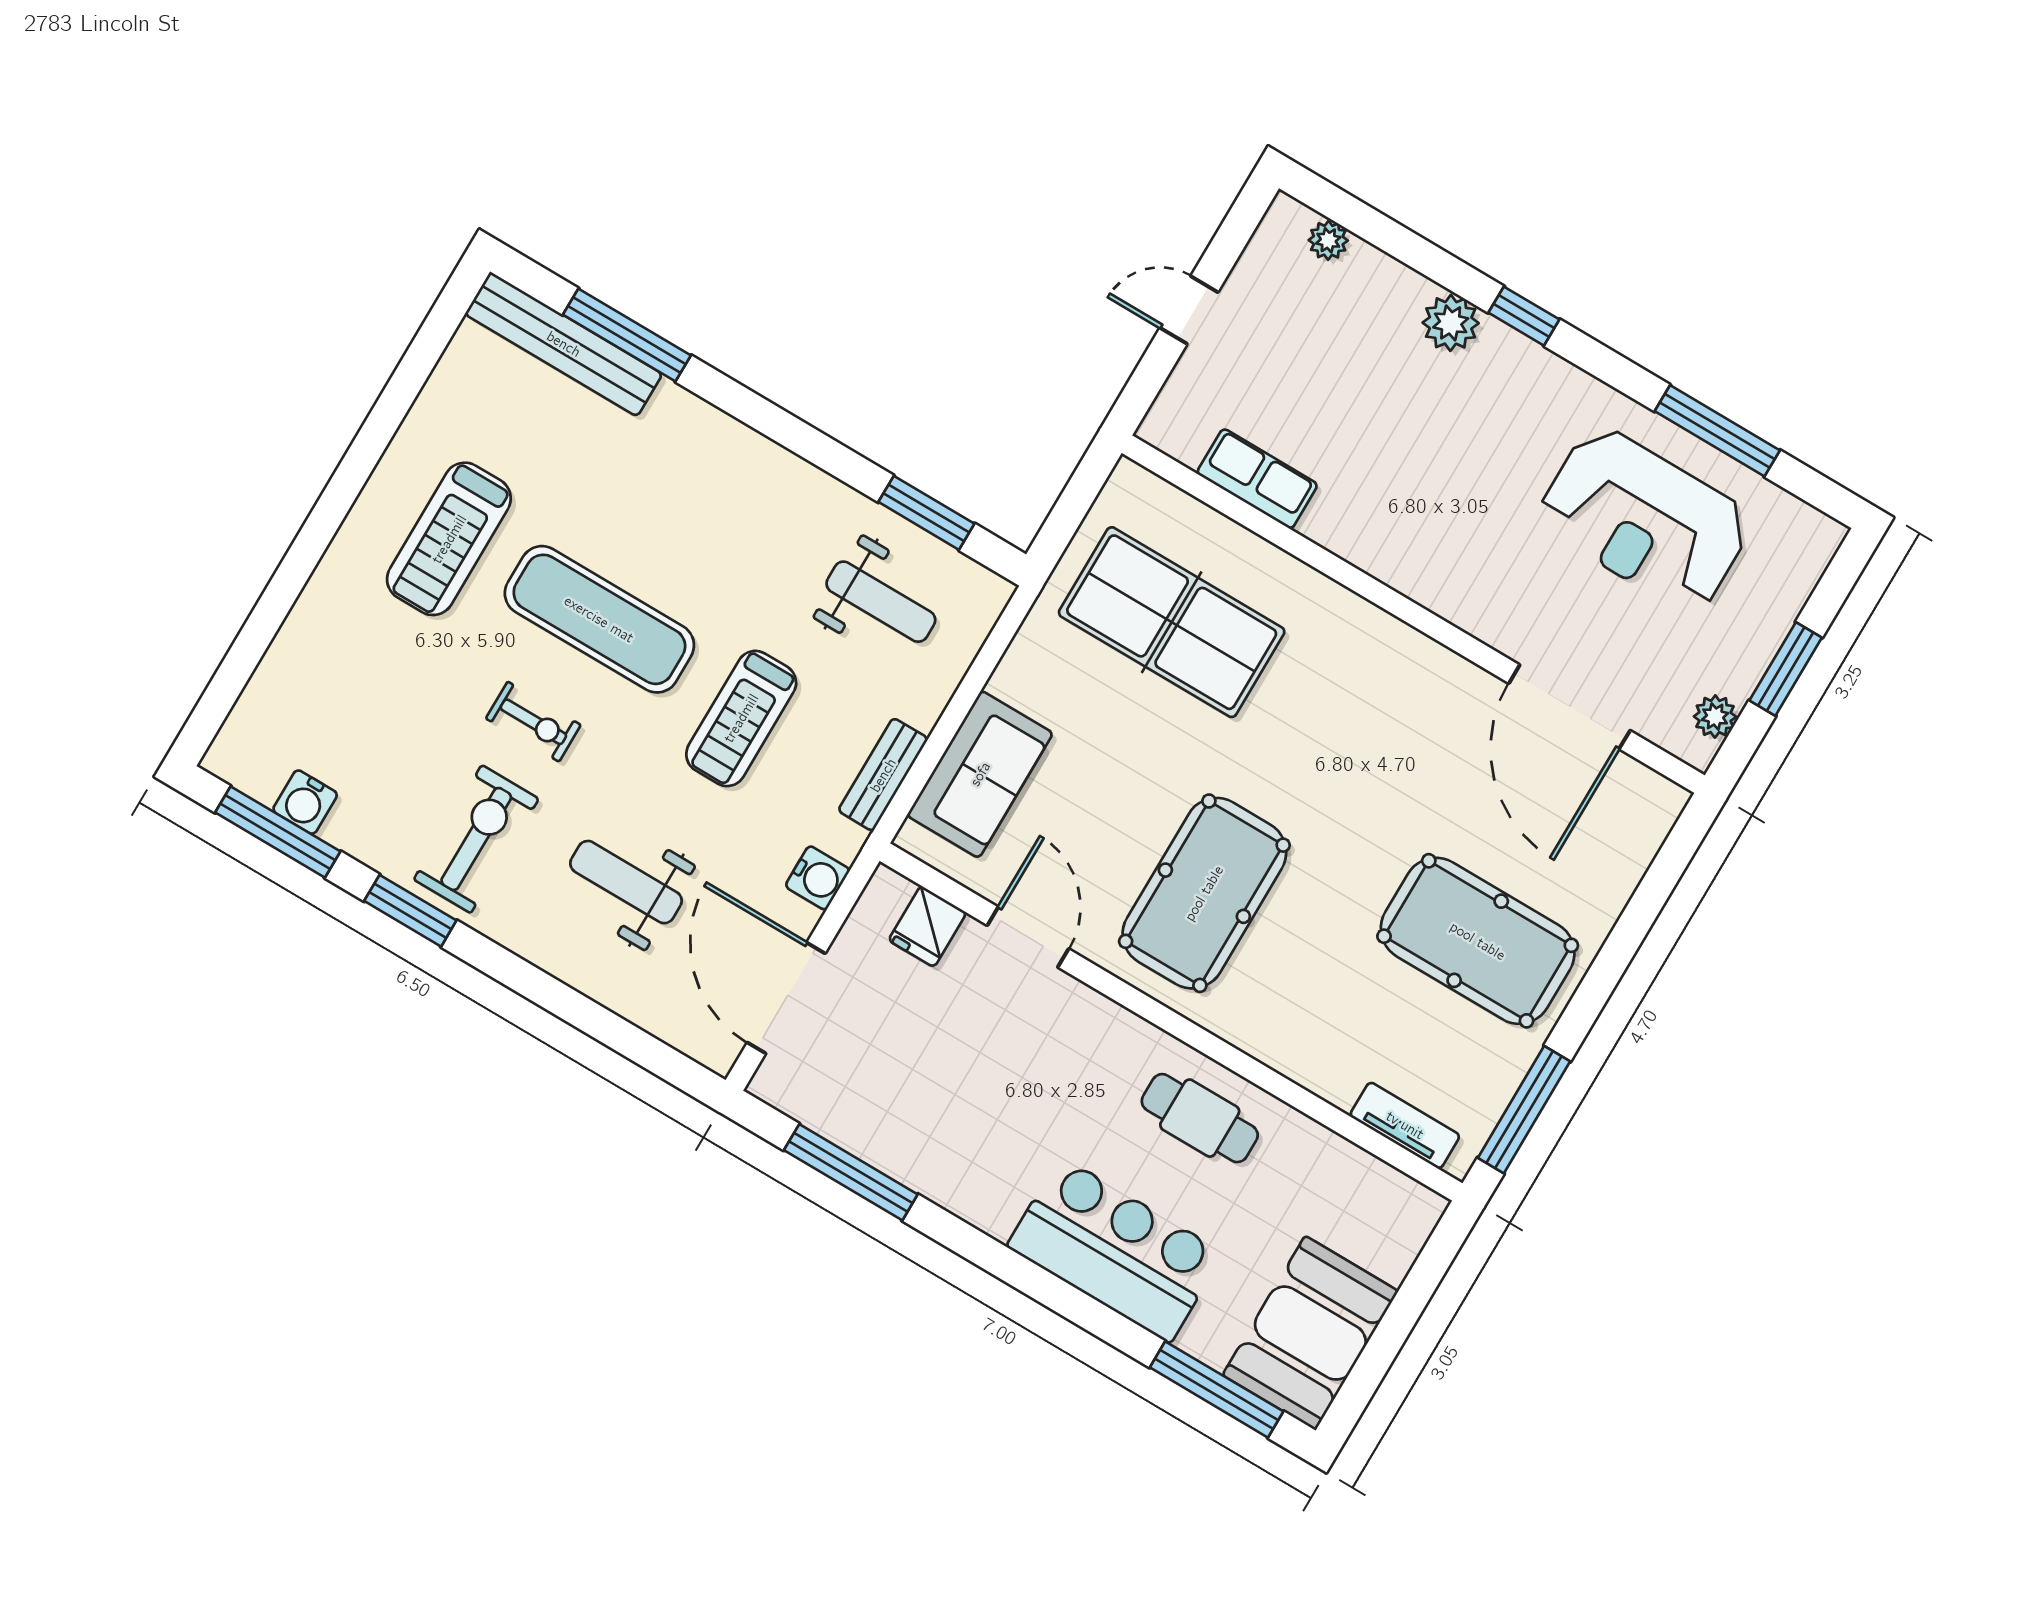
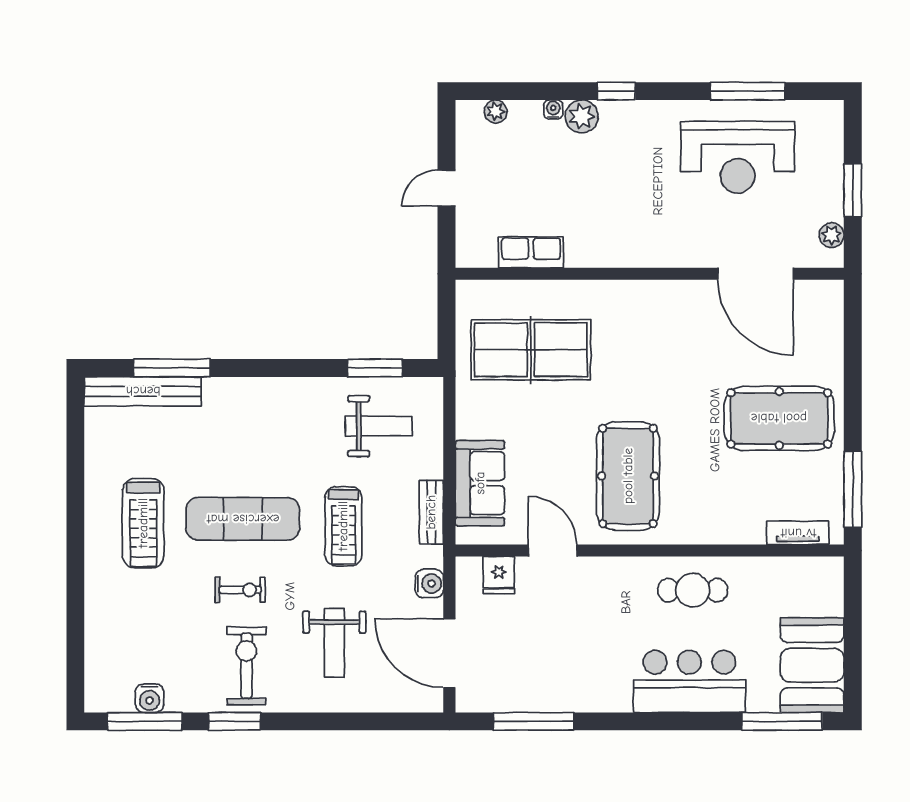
water cooler: (1415, 288) -> (553, 110), added
weight bench: (626, 882) -> (334, 643), turned -90

